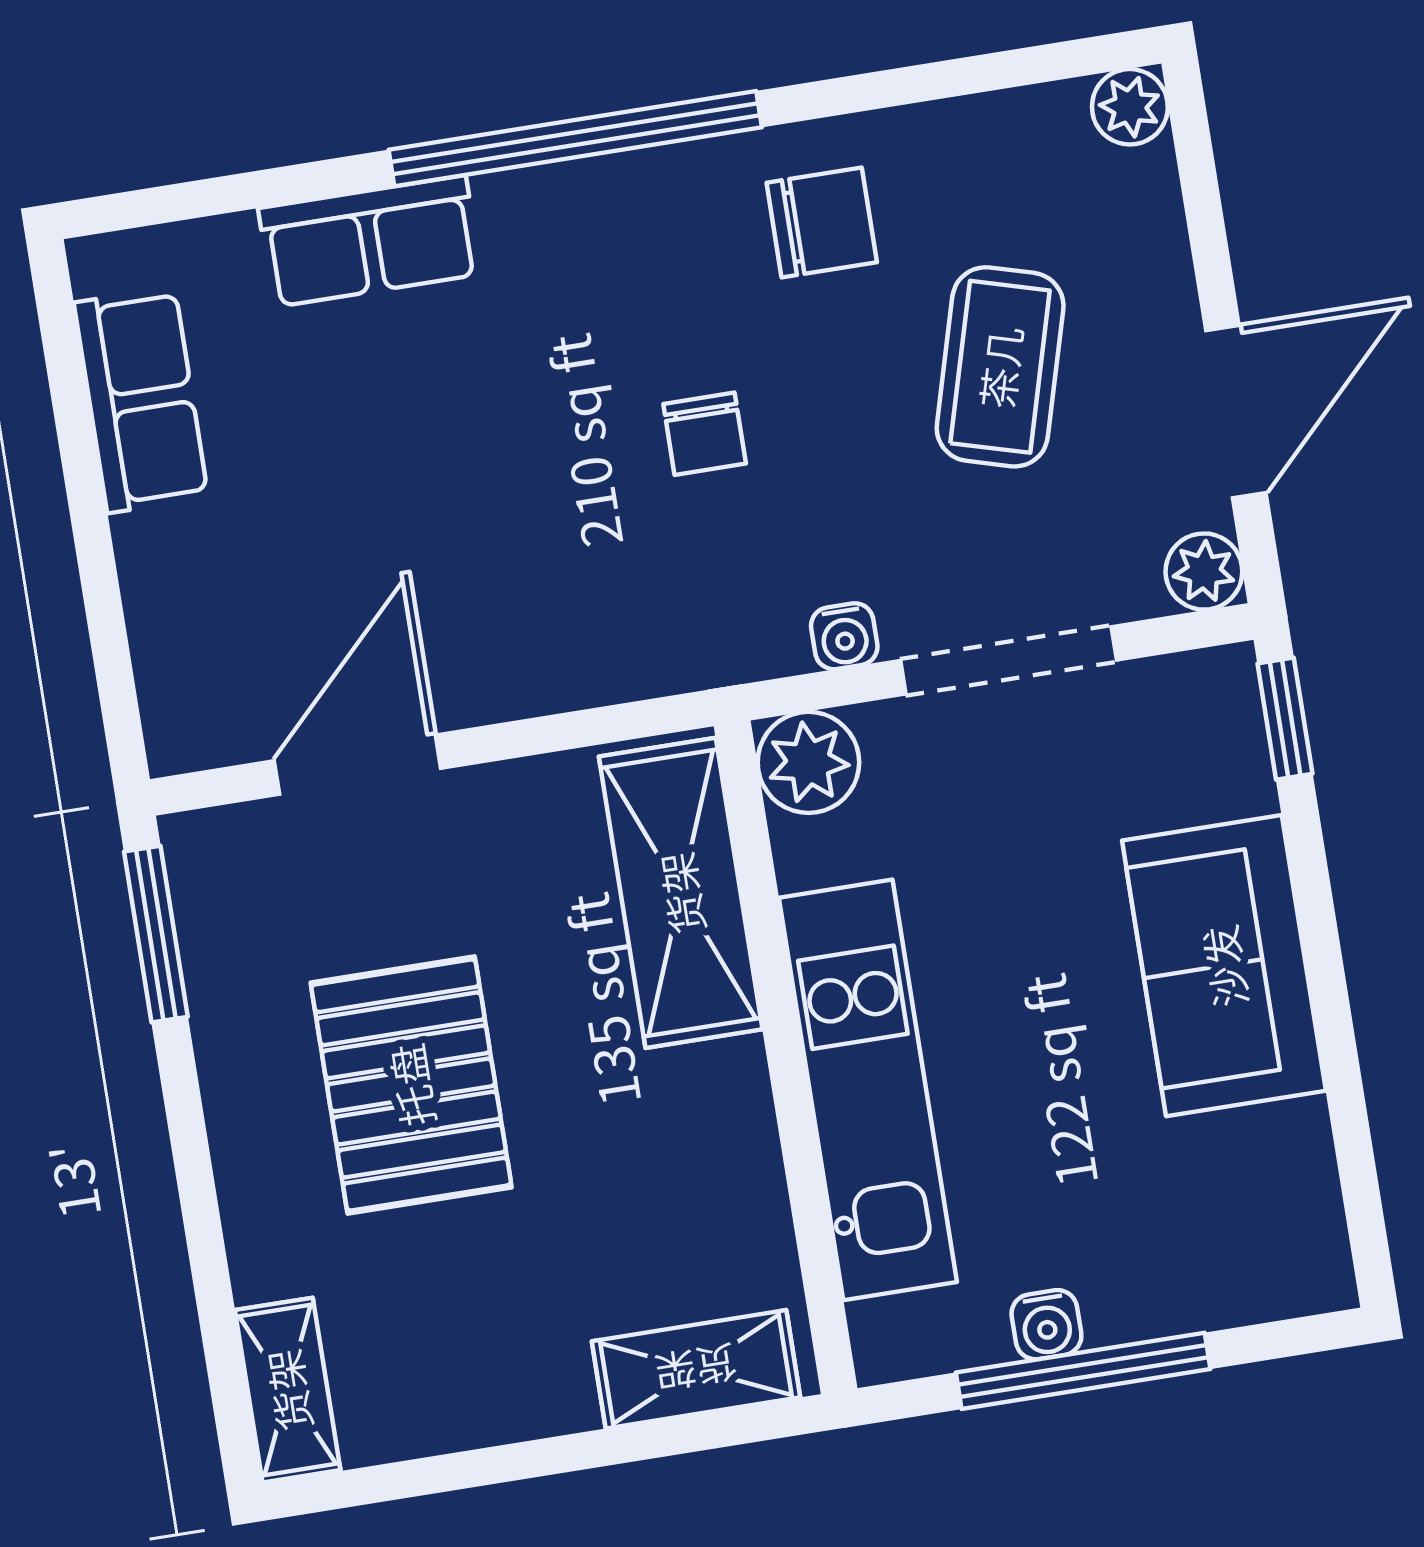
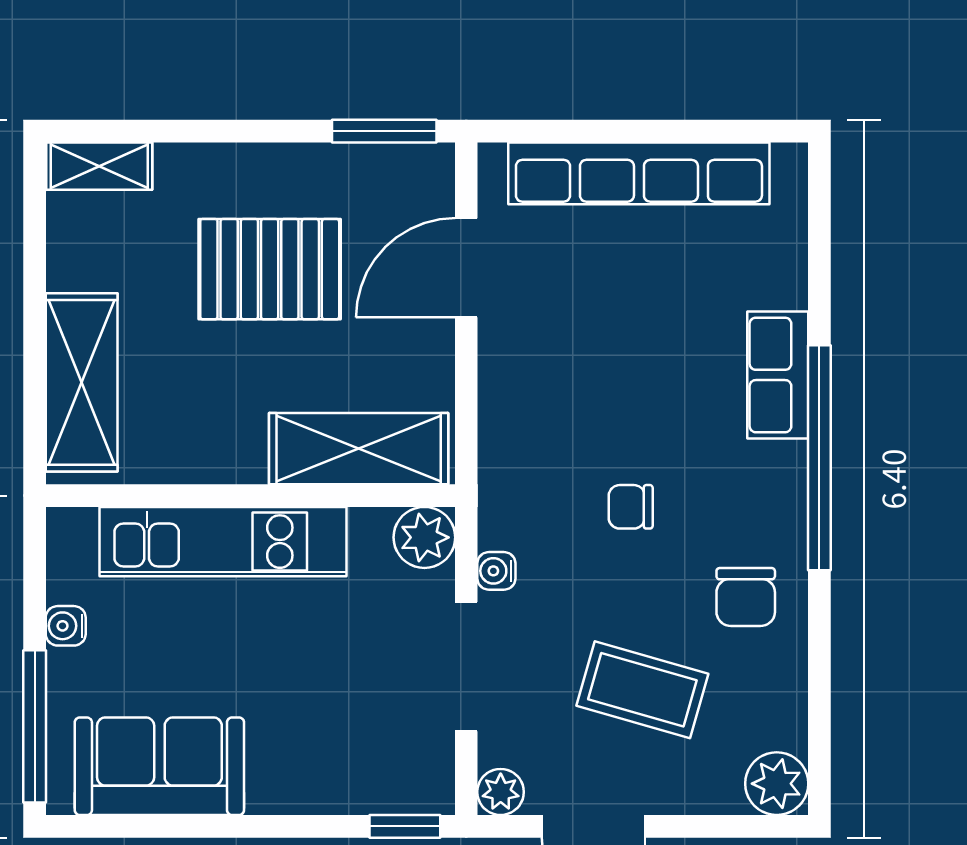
plant: (1130, 107) -> (777, 784), width x1.38, depth x1.38
row of seats: (370, 241) -> (778, 375), moved
row of seats: (141, 400) -> (639, 173), width x2.02
door: (358, 765) -> (466, 268), swing flipped
sofa: (1224, 966) -> (159, 766), moved
shelving: (696, 1369) -> (82, 382), width x1.50, depth x1.33
window: (1083, 1371) -> (35, 726), moved

